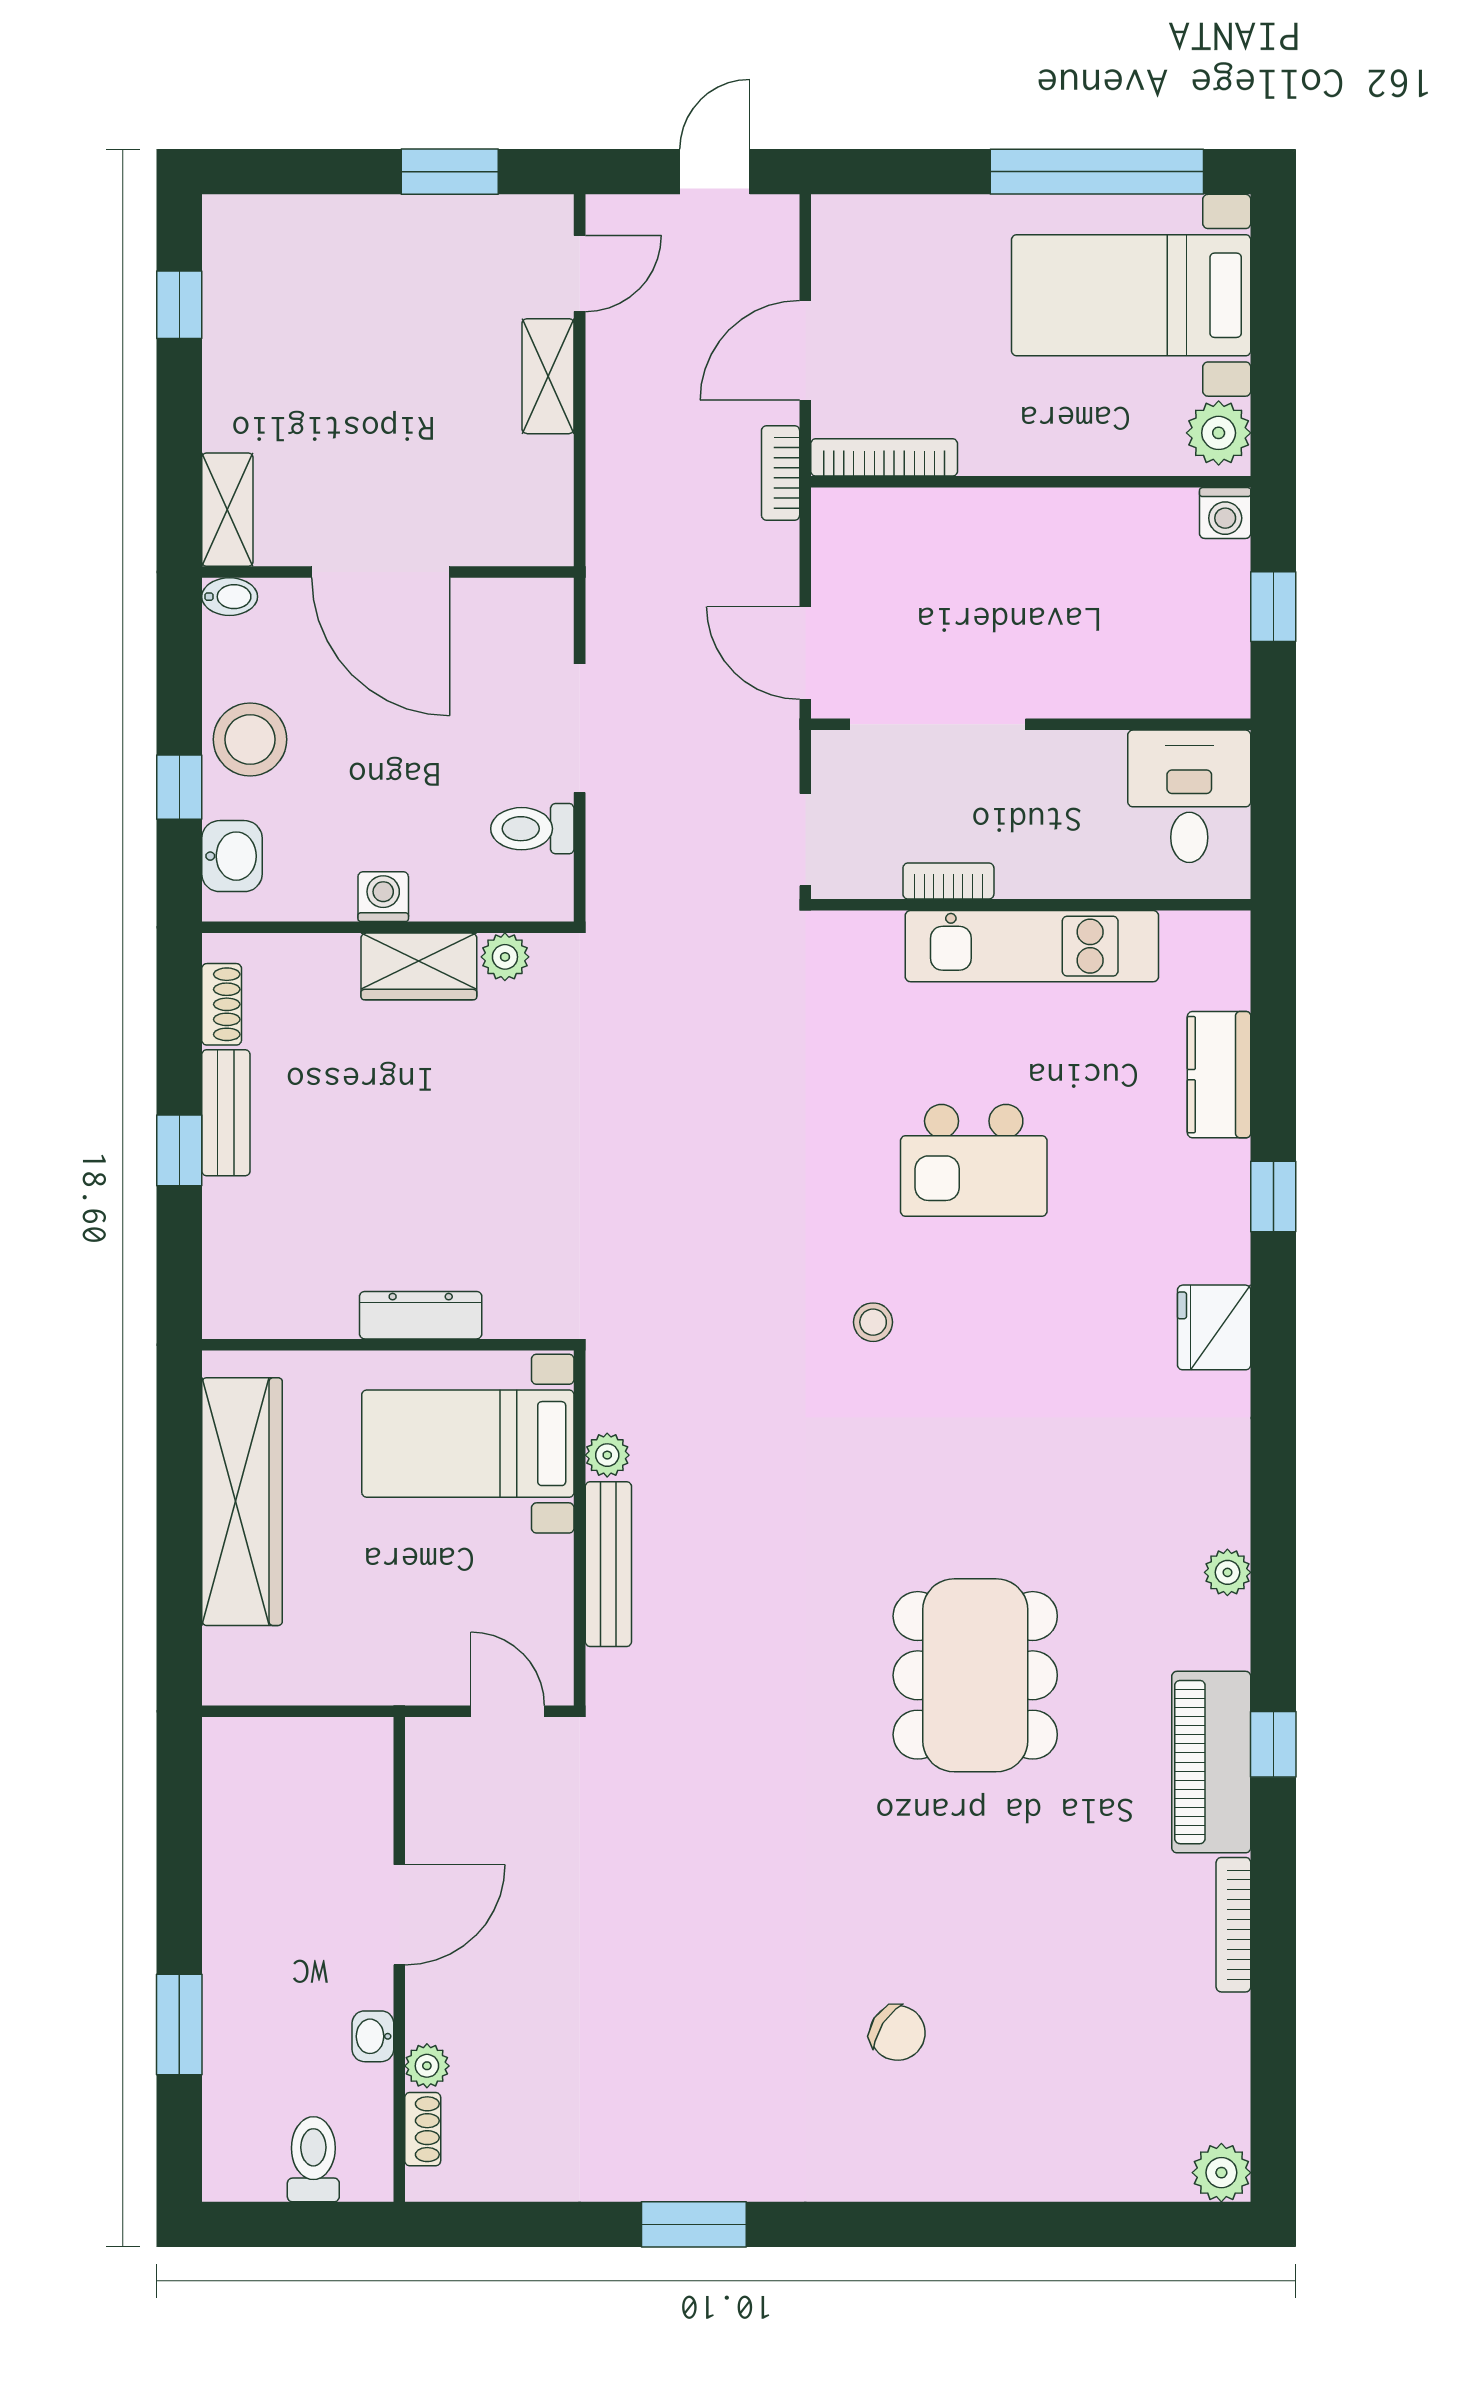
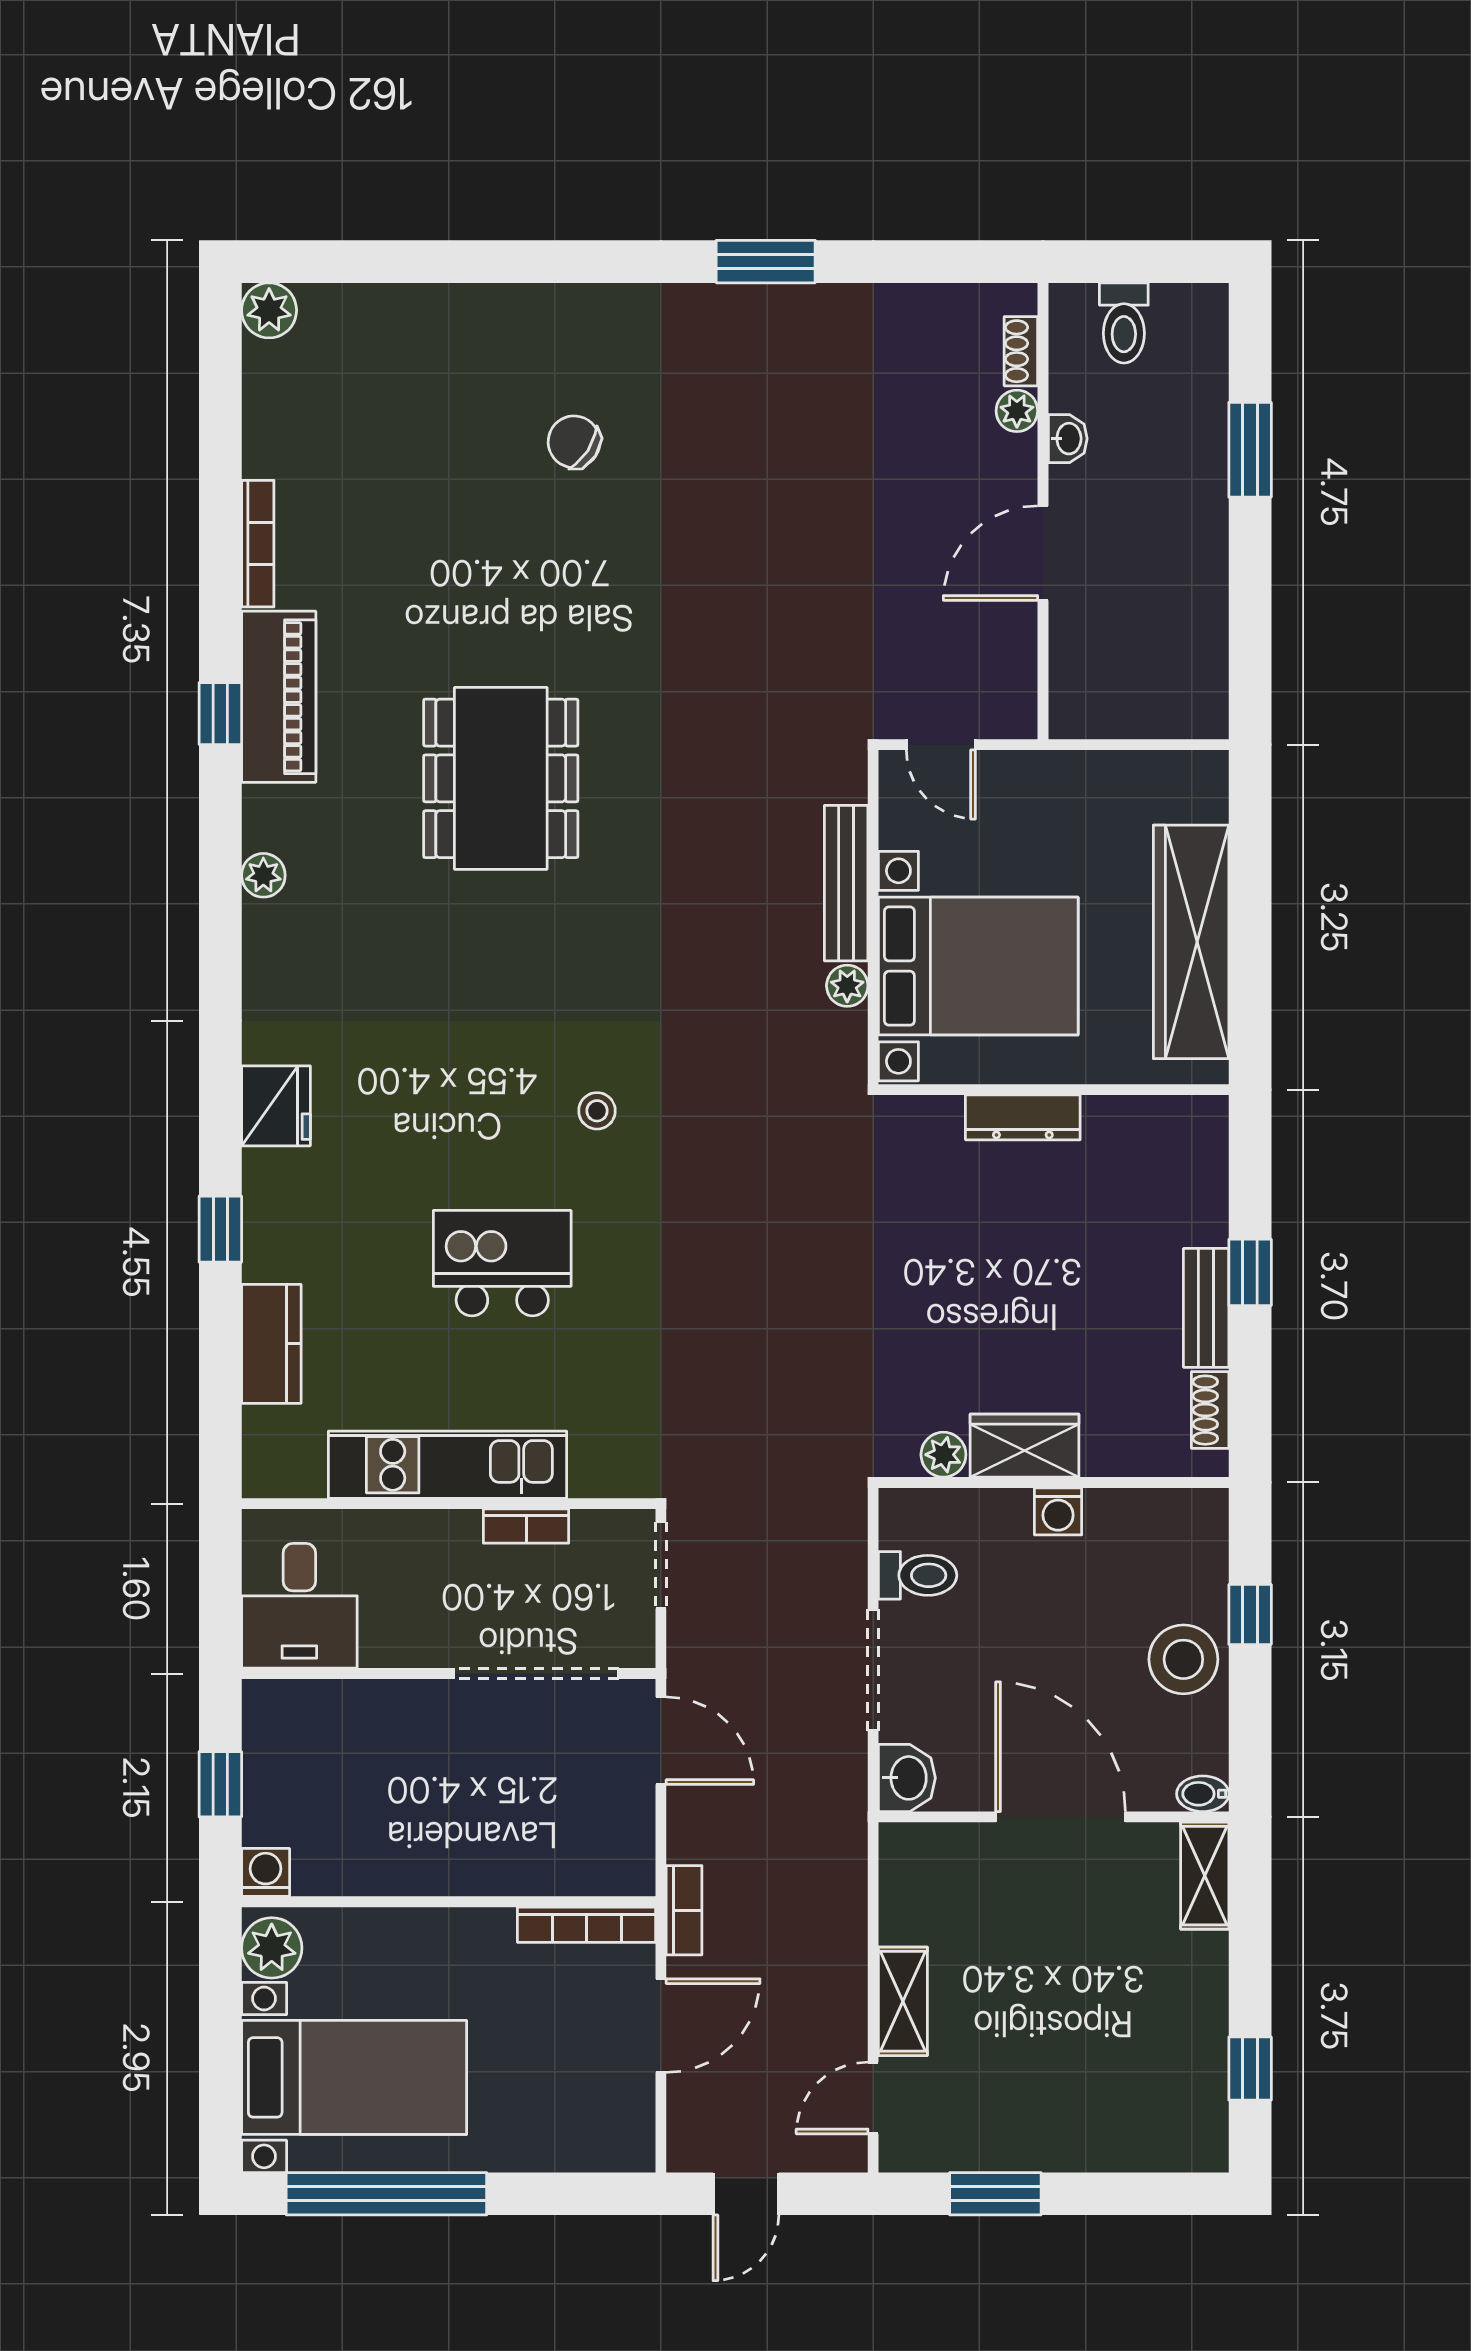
washbasin: (232, 856) -> (907, 1778), moved, turned 180
bed with nightstands: (468, 1444) -> (978, 966), width x1.36

